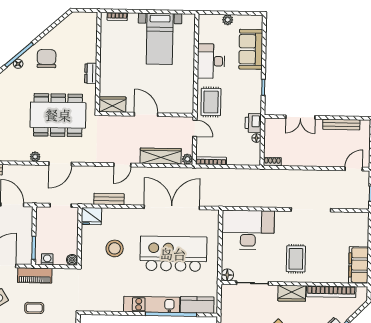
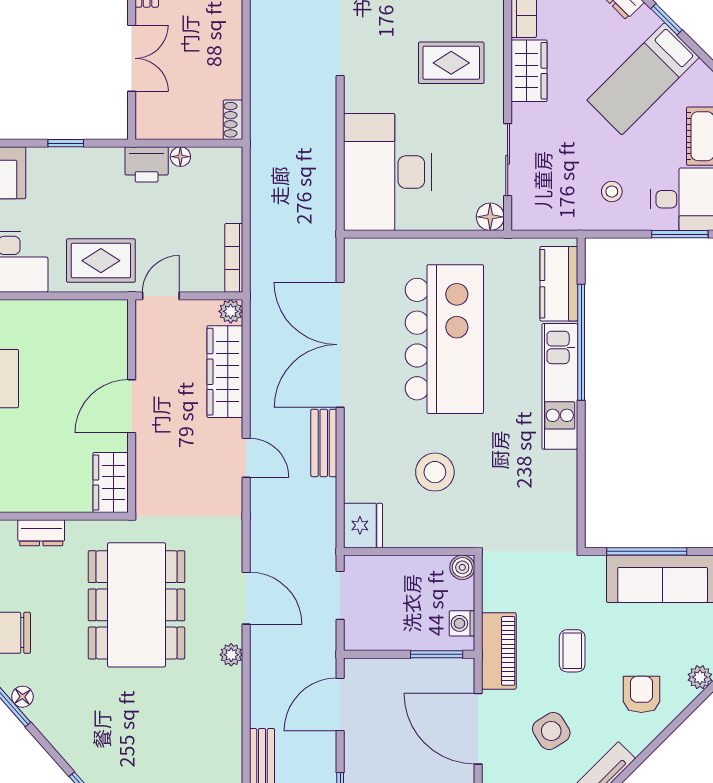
bench: (109, 199) -> (324, 443), moved
kitchen island: (173, 254) -> (444, 339), turned 180

